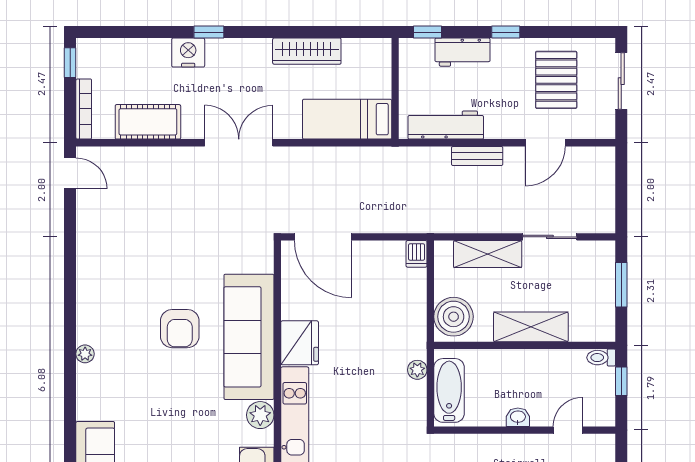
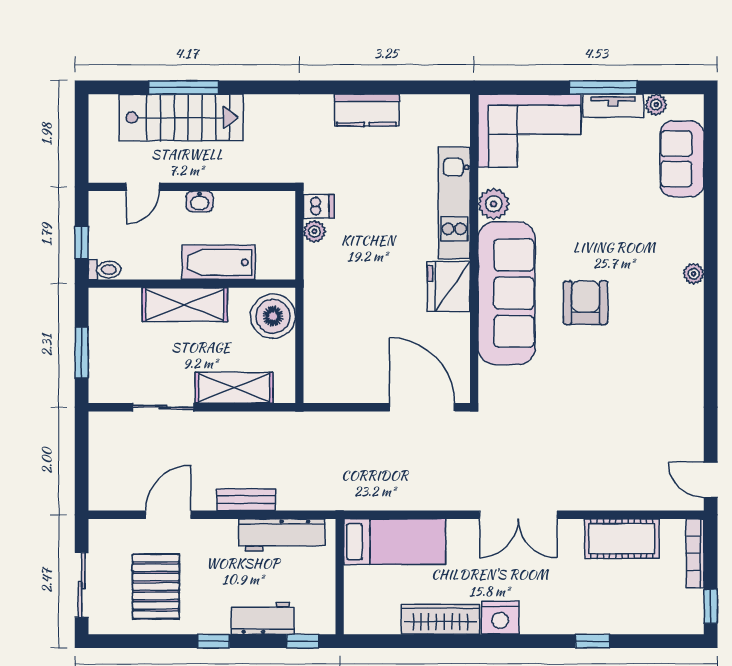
window: (209, 32) -> (593, 641), moved
nightstand: (188, 53) -> (500, 618), moved
dishwasher: (417, 254) -> (319, 206), moved, turned 90
plant: (417, 370) -> (314, 231), moved
bathtub: (449, 390) -> (218, 262), moved, turned 90

